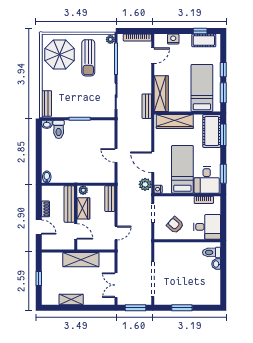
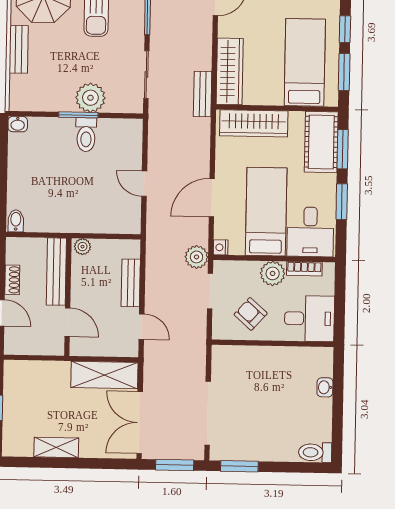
bench: (47, 104) -> (19, 49), moved
plant: (86, 109) -> (90, 98), added
toilet: (59, 129) -> (86, 135), moved
door: (153, 162) -> (212, 198), hinge flipped
window: (223, 174) -> (342, 202), moved
plant: (145, 184) -> (197, 257), moved
bench: (110, 199) -> (131, 283), moved
plant: (187, 203) -> (273, 273), added
wardrobe: (83, 208) -> (82, 280), removed
door: (116, 233) -> (142, 327), hinge flipped
toilet: (212, 252) -> (315, 452), moved
shelving: (81, 260) -> (104, 375), moved
double door: (116, 285) -> (140, 423), width x1.37
window: (182, 308) -> (239, 466), moved

